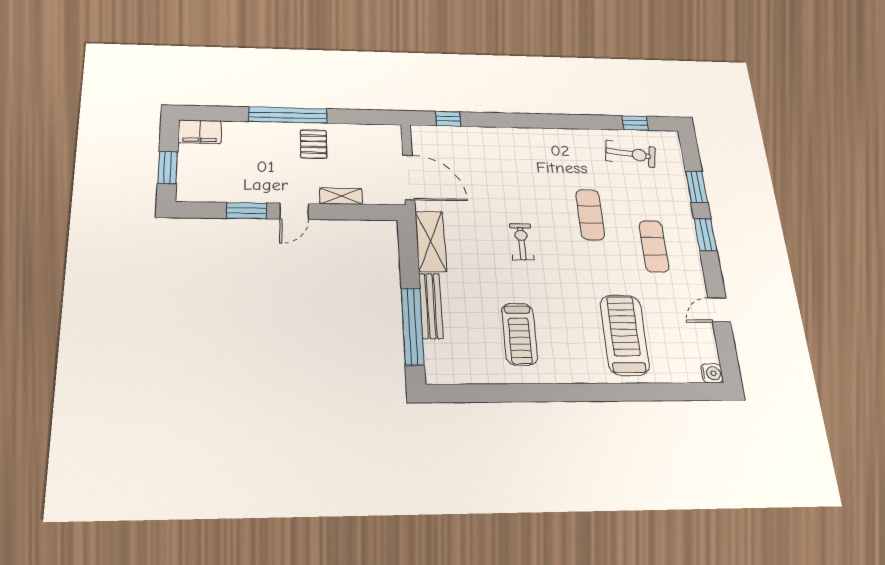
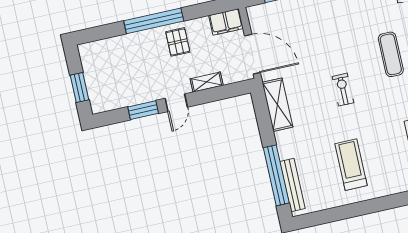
filing cabinet: (200, 132) -> (226, 22), moved
bench: (431, 306) -> (292, 185), moved
treadmill: (519, 334) -> (351, 165), turned 180

